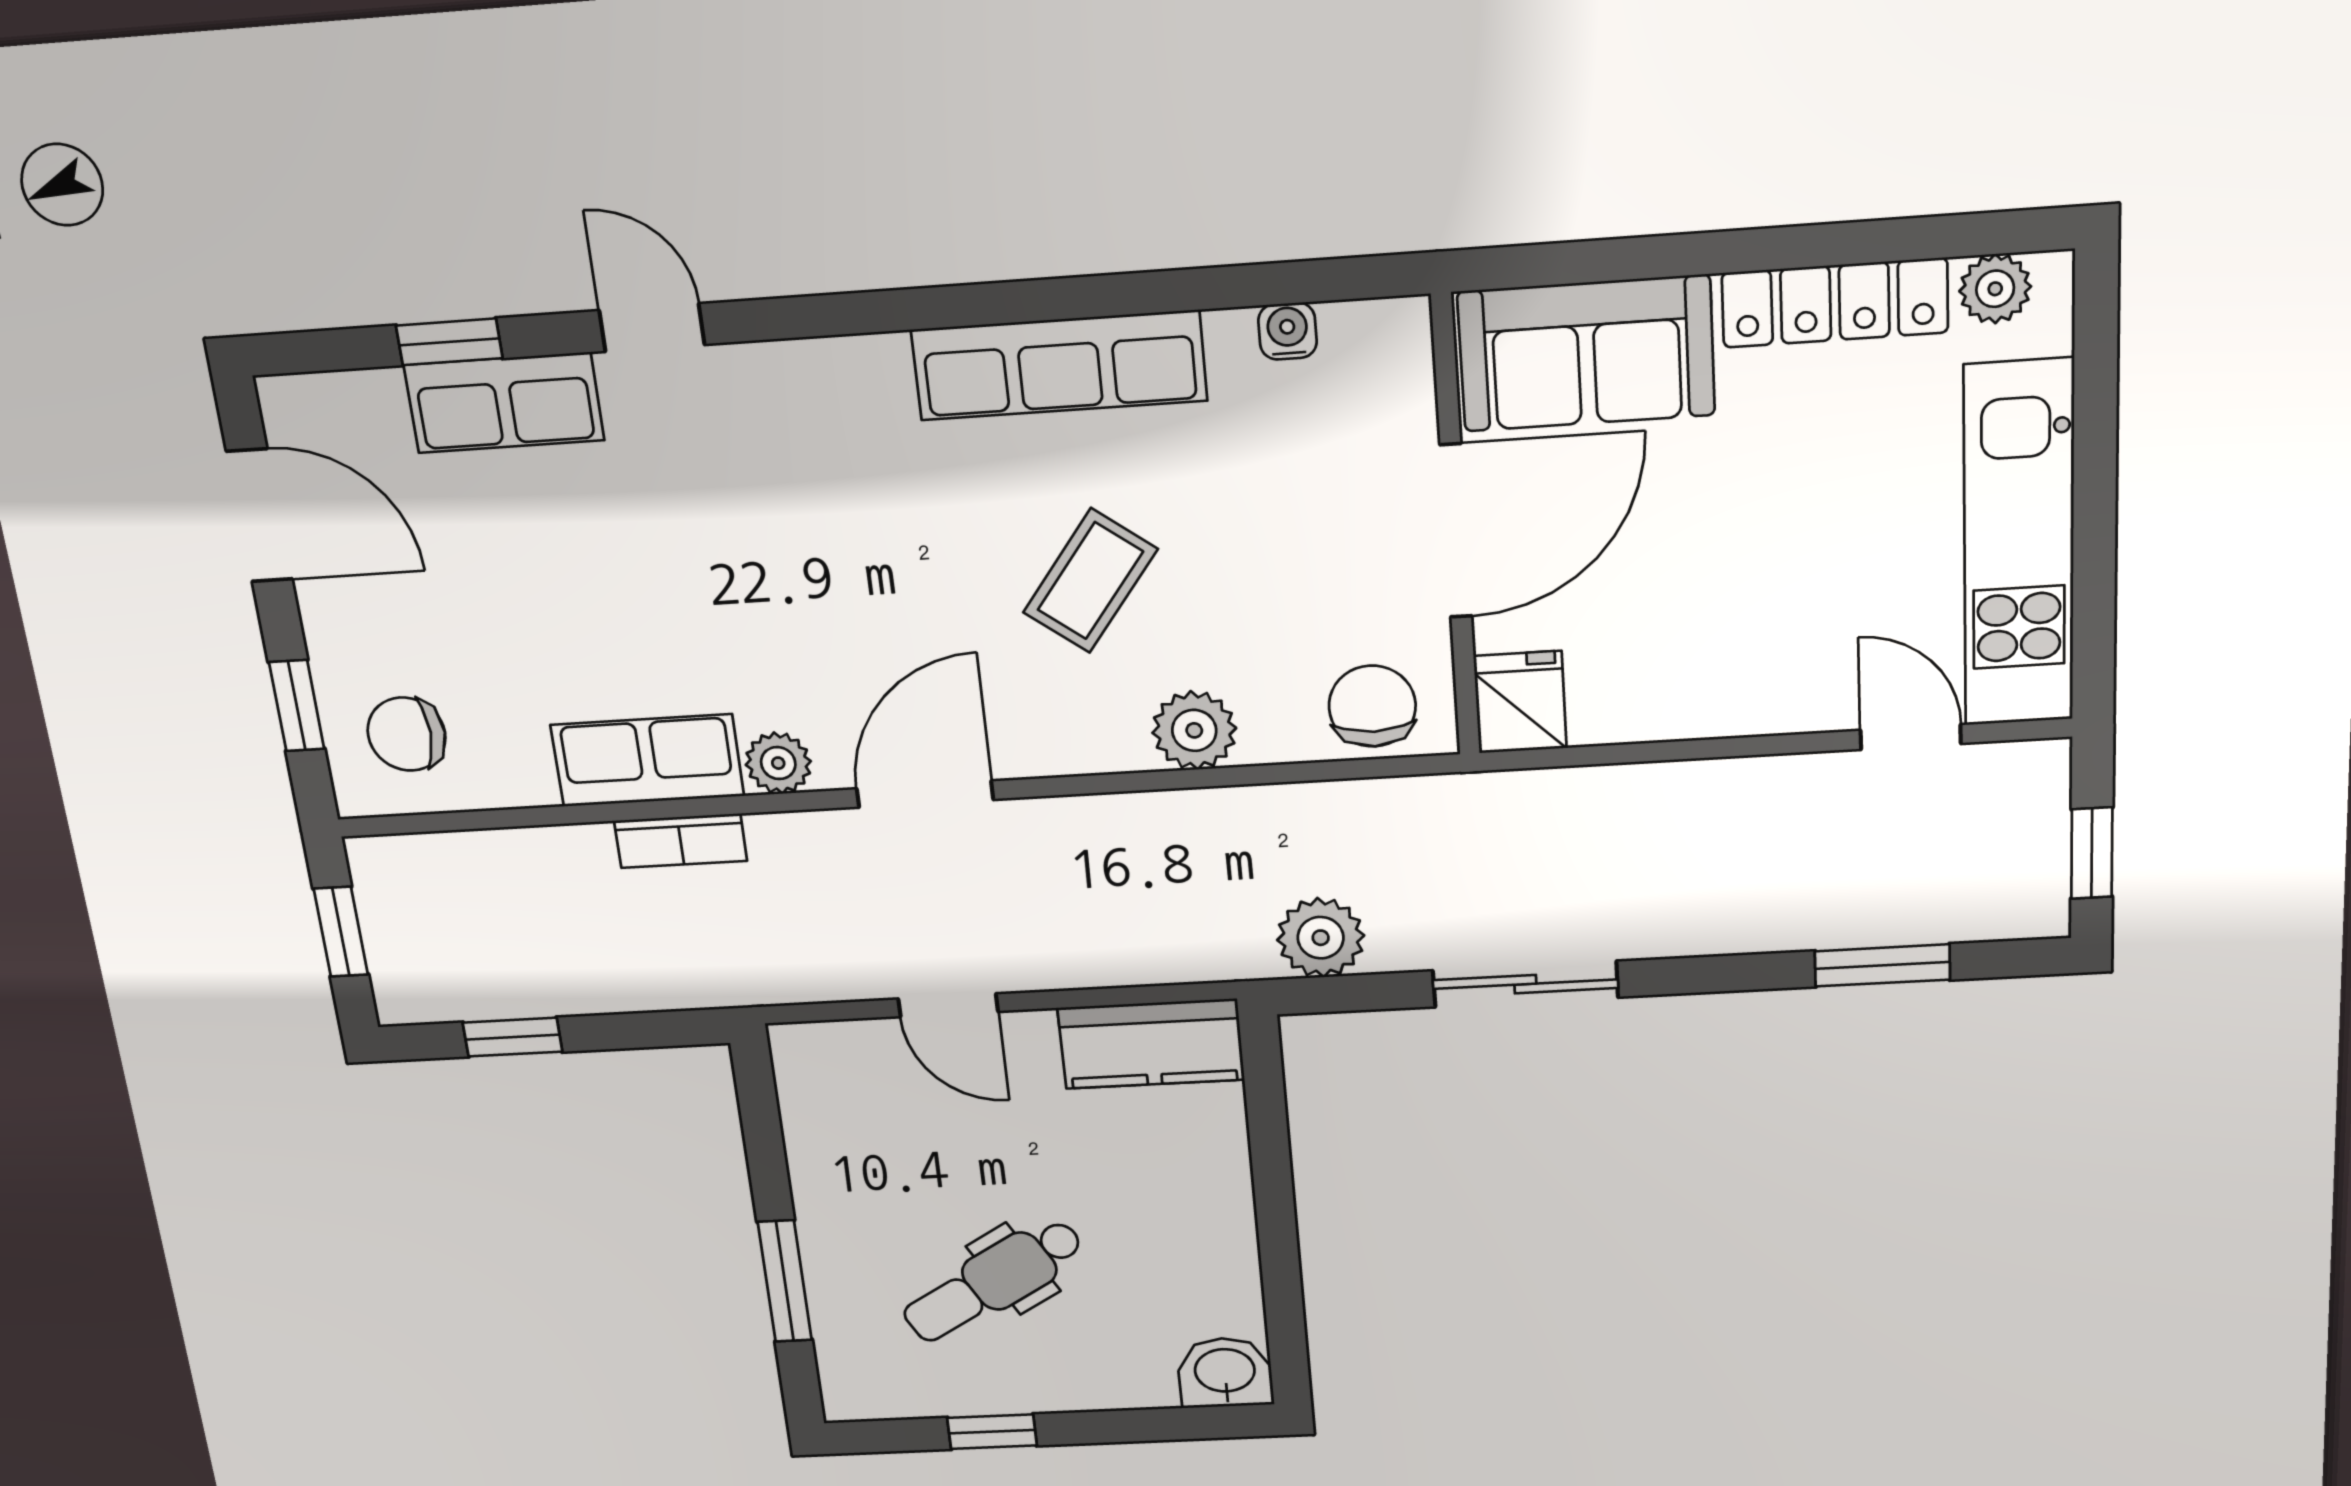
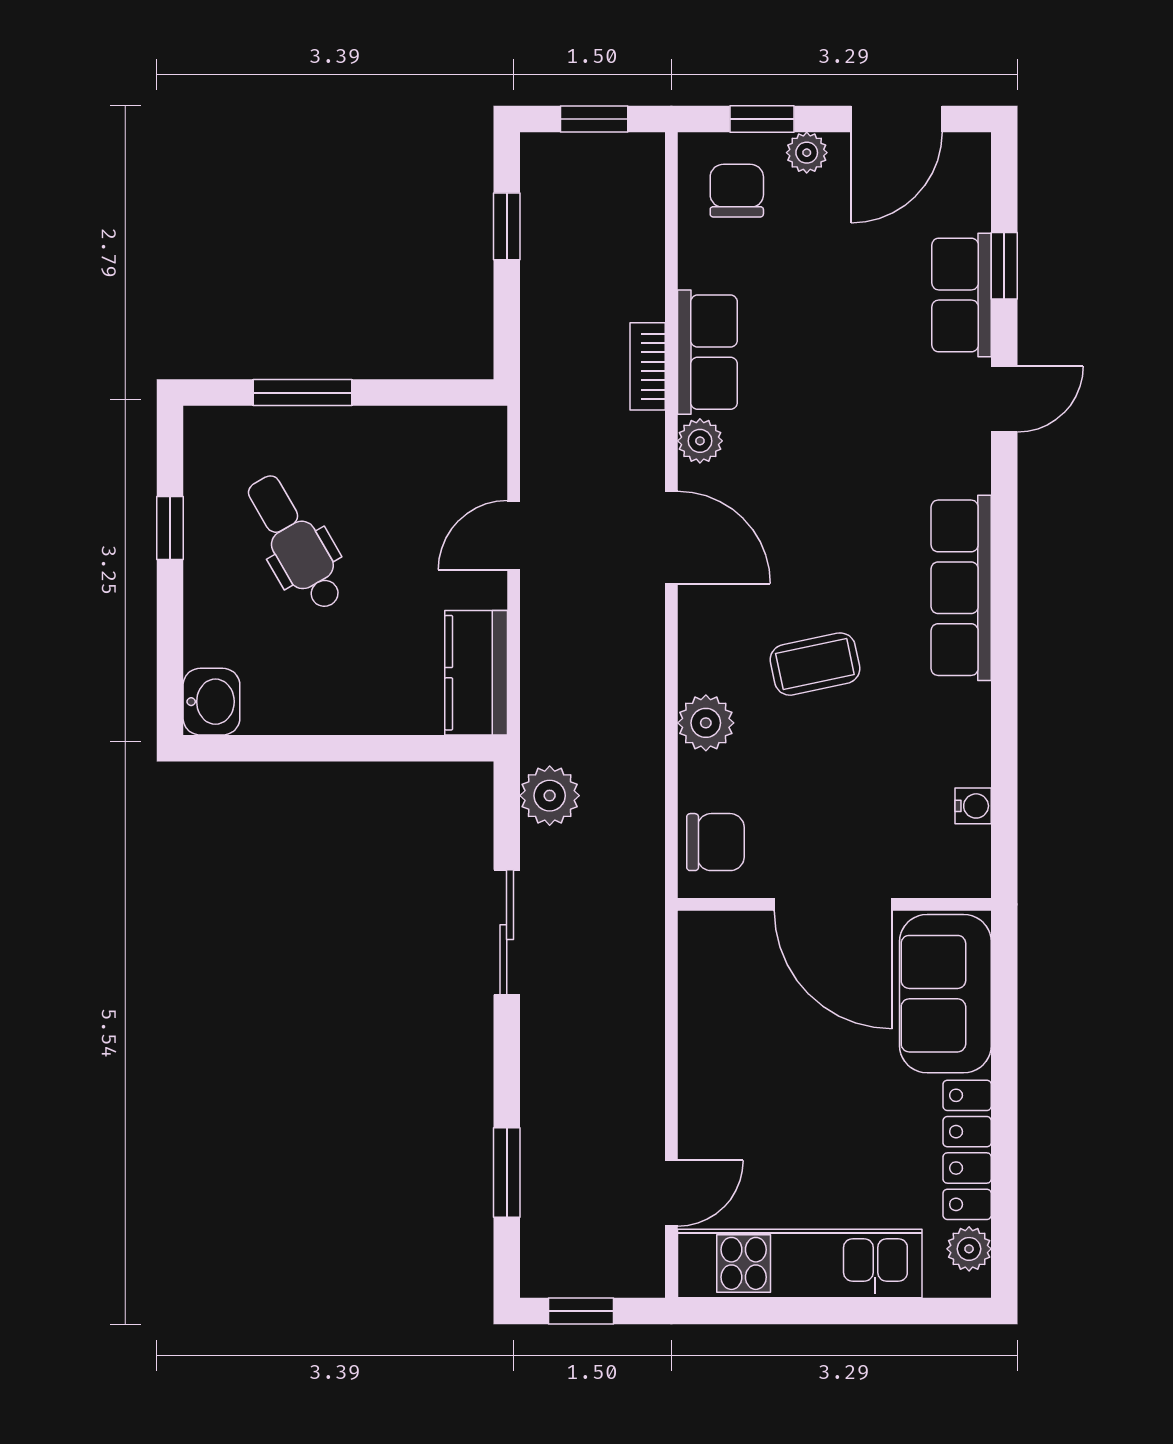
row of seats: (1059, 365) -> (961, 588), moved
coffee table: (1090, 581) -> (815, 664), turned -49
plant: (333, 640) -> (807, 153), added
fridge: (1520, 702) -> (712, 940), removed

